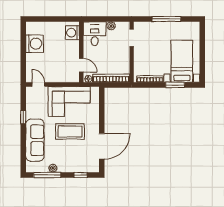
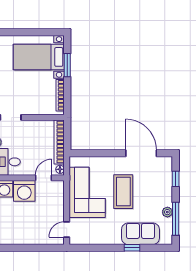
washing machine: (35, 44) -> (24, 191), moved, turned 180
window: (23, 117) -> (132, 248), moved
sofa: (35, 140) -> (140, 234), width x0.73

